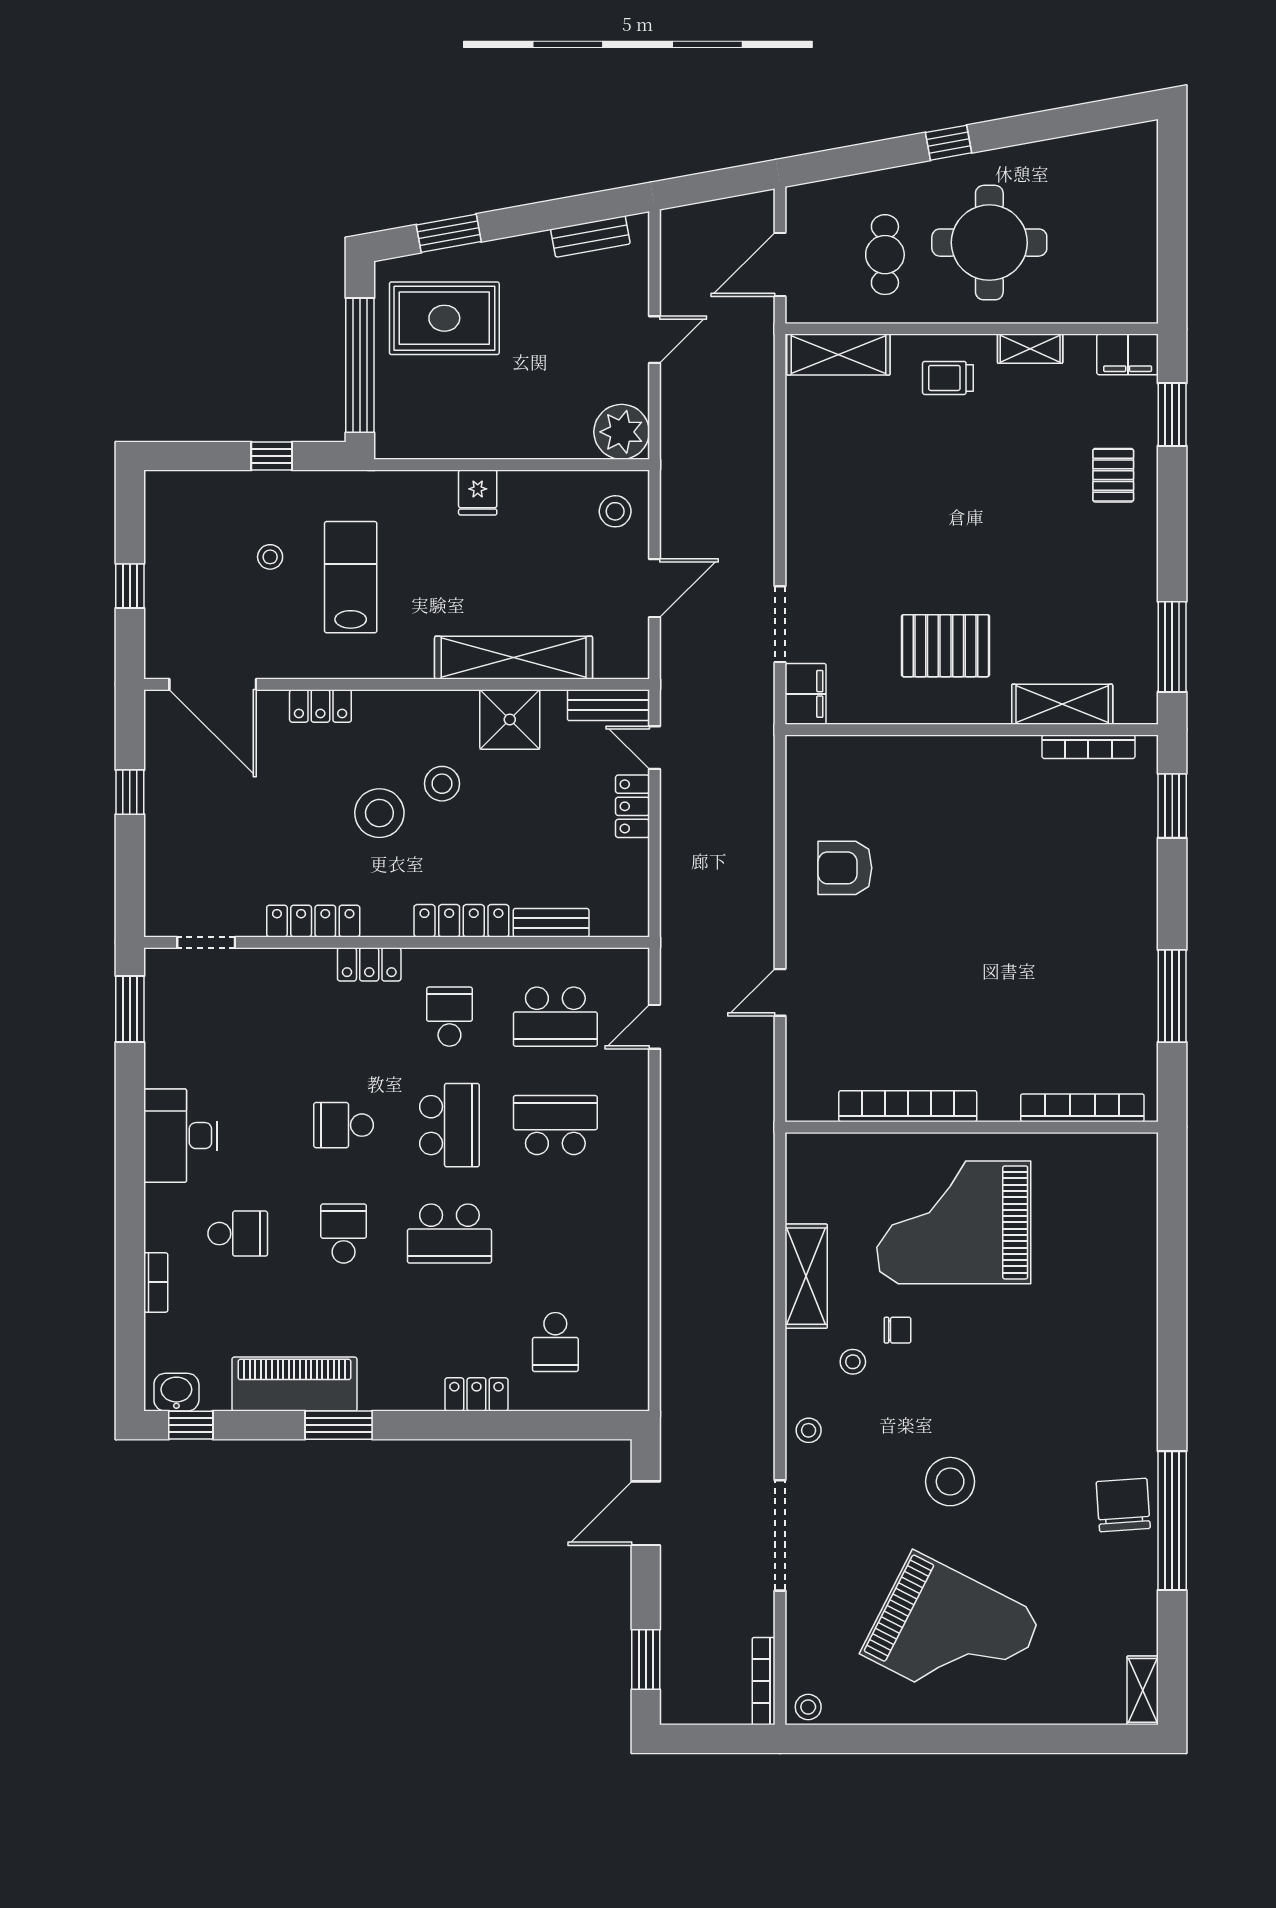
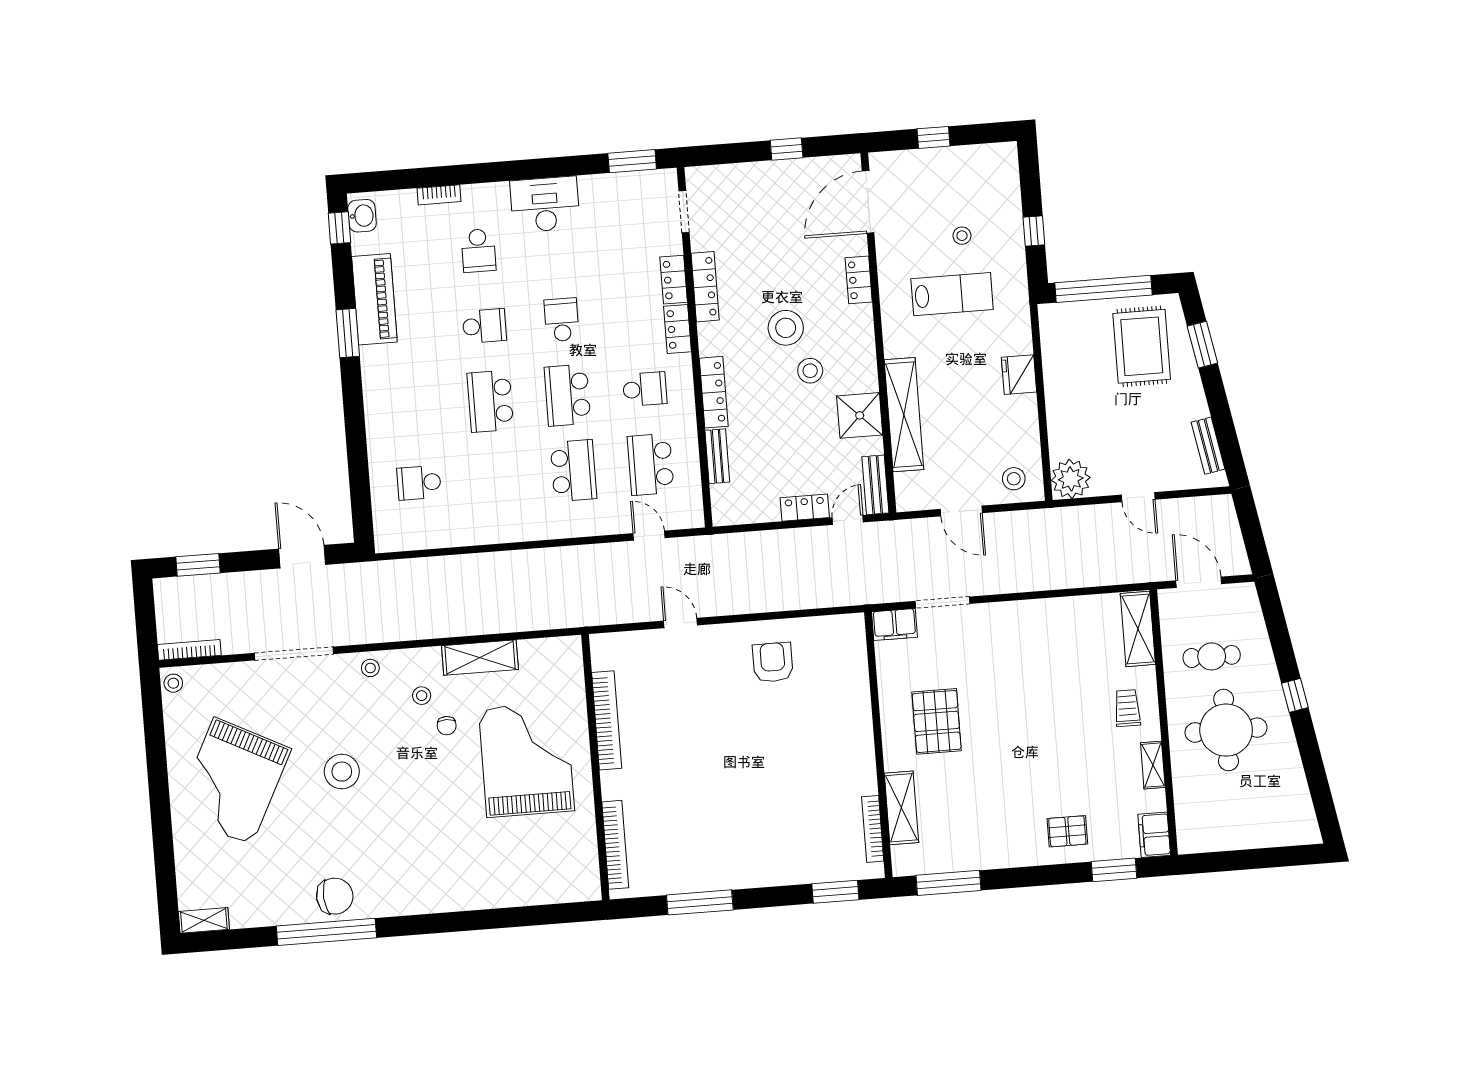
fridge: (478, 493) -> (1019, 375), width x1.38
school desk: (449, 1125) -> (567, 395), turned 90
locker: (476, 1394) -> (674, 280), moved, turned 180

